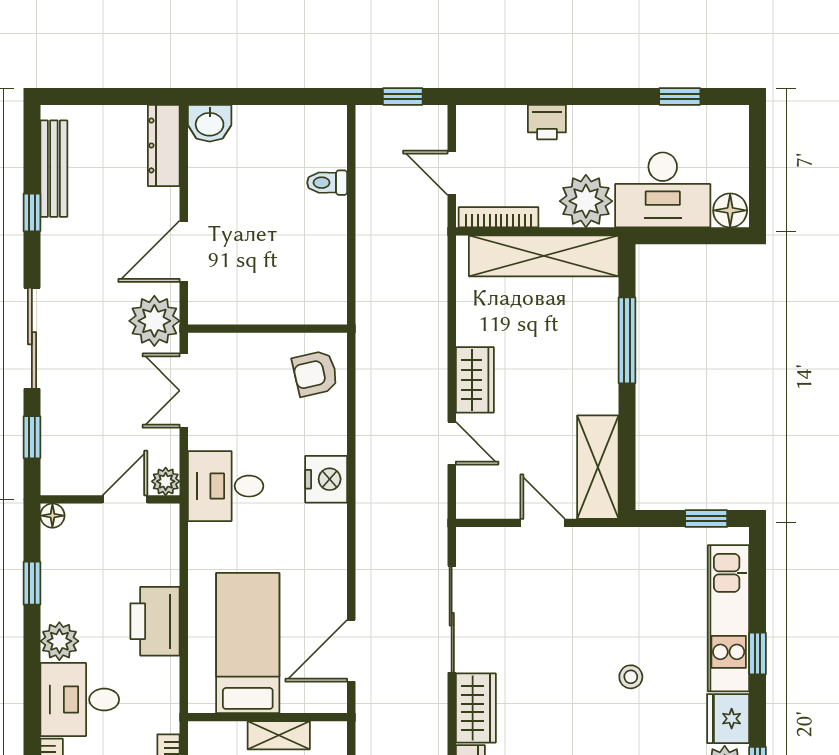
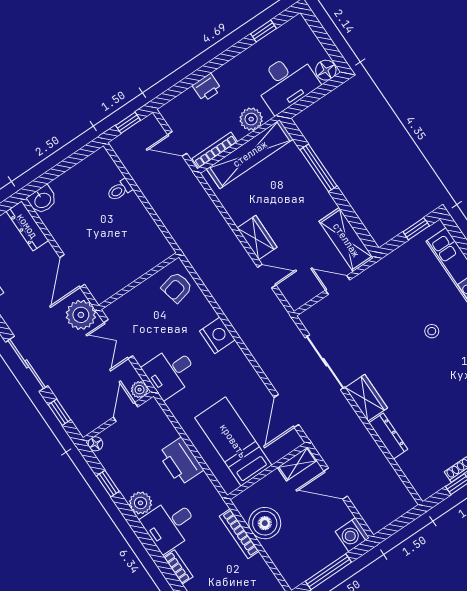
plant: (586, 201) -> (251, 119), width x0.73, depth x0.73
shelving: (279, 735) -> (297, 464), moved

